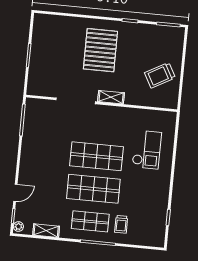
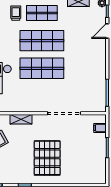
filing cabinet: (35, 79) -> (100, 128), added
shelving: (111, 97) -> (21, 119), moved

